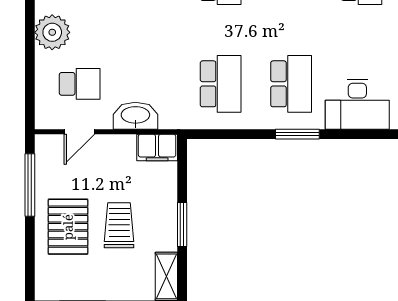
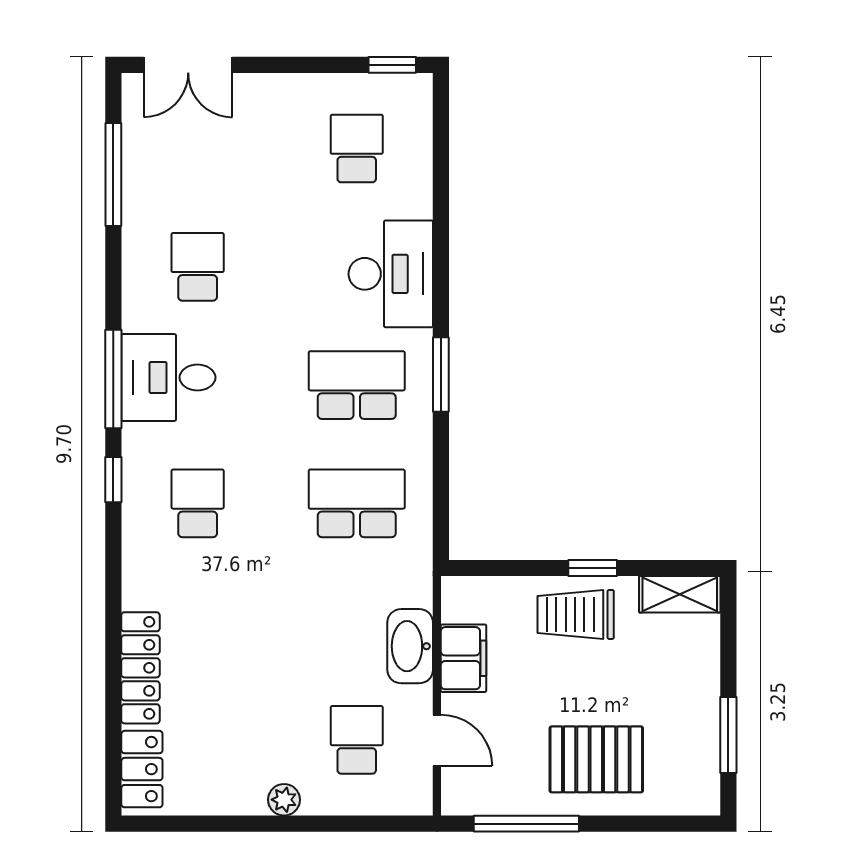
plant: (52, 32) -> (284, 800), width x0.53, depth x0.53
filing cabinet: (157, 147) -> (464, 658), moved
window: (182, 224) -> (593, 568), width x0.67
trolley: (119, 225) -> (576, 614), moved

